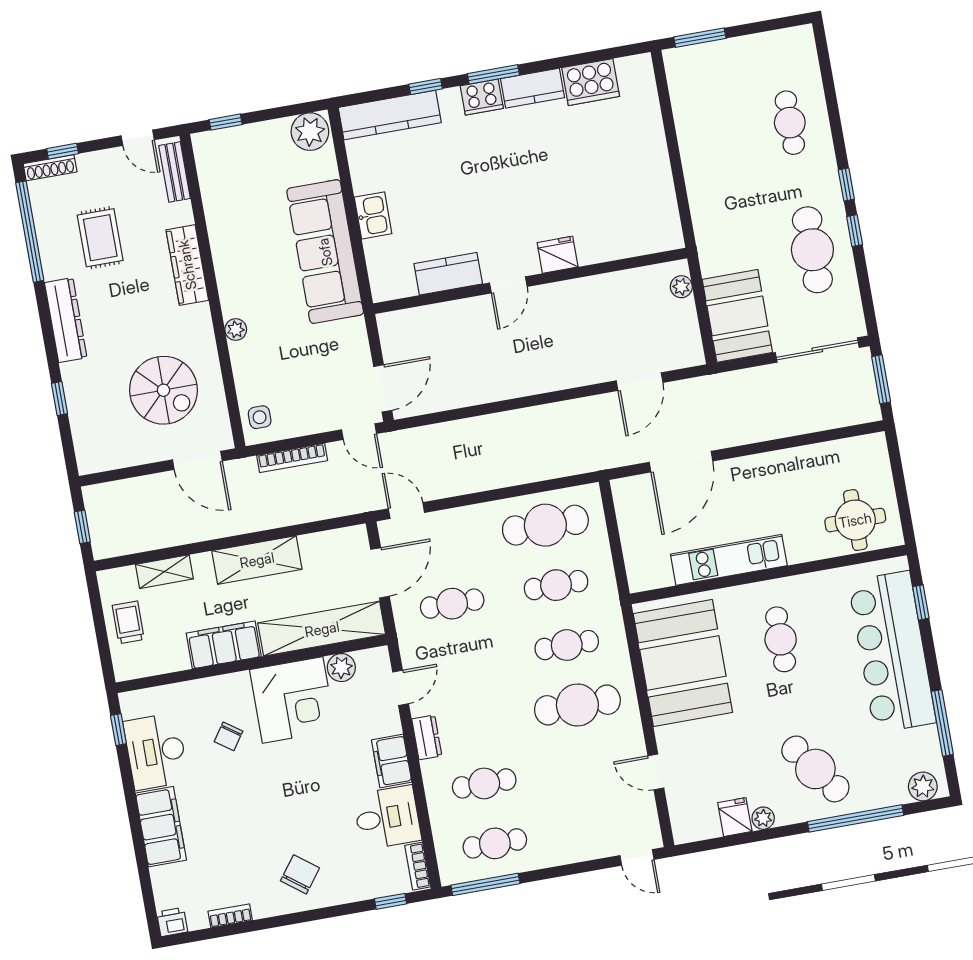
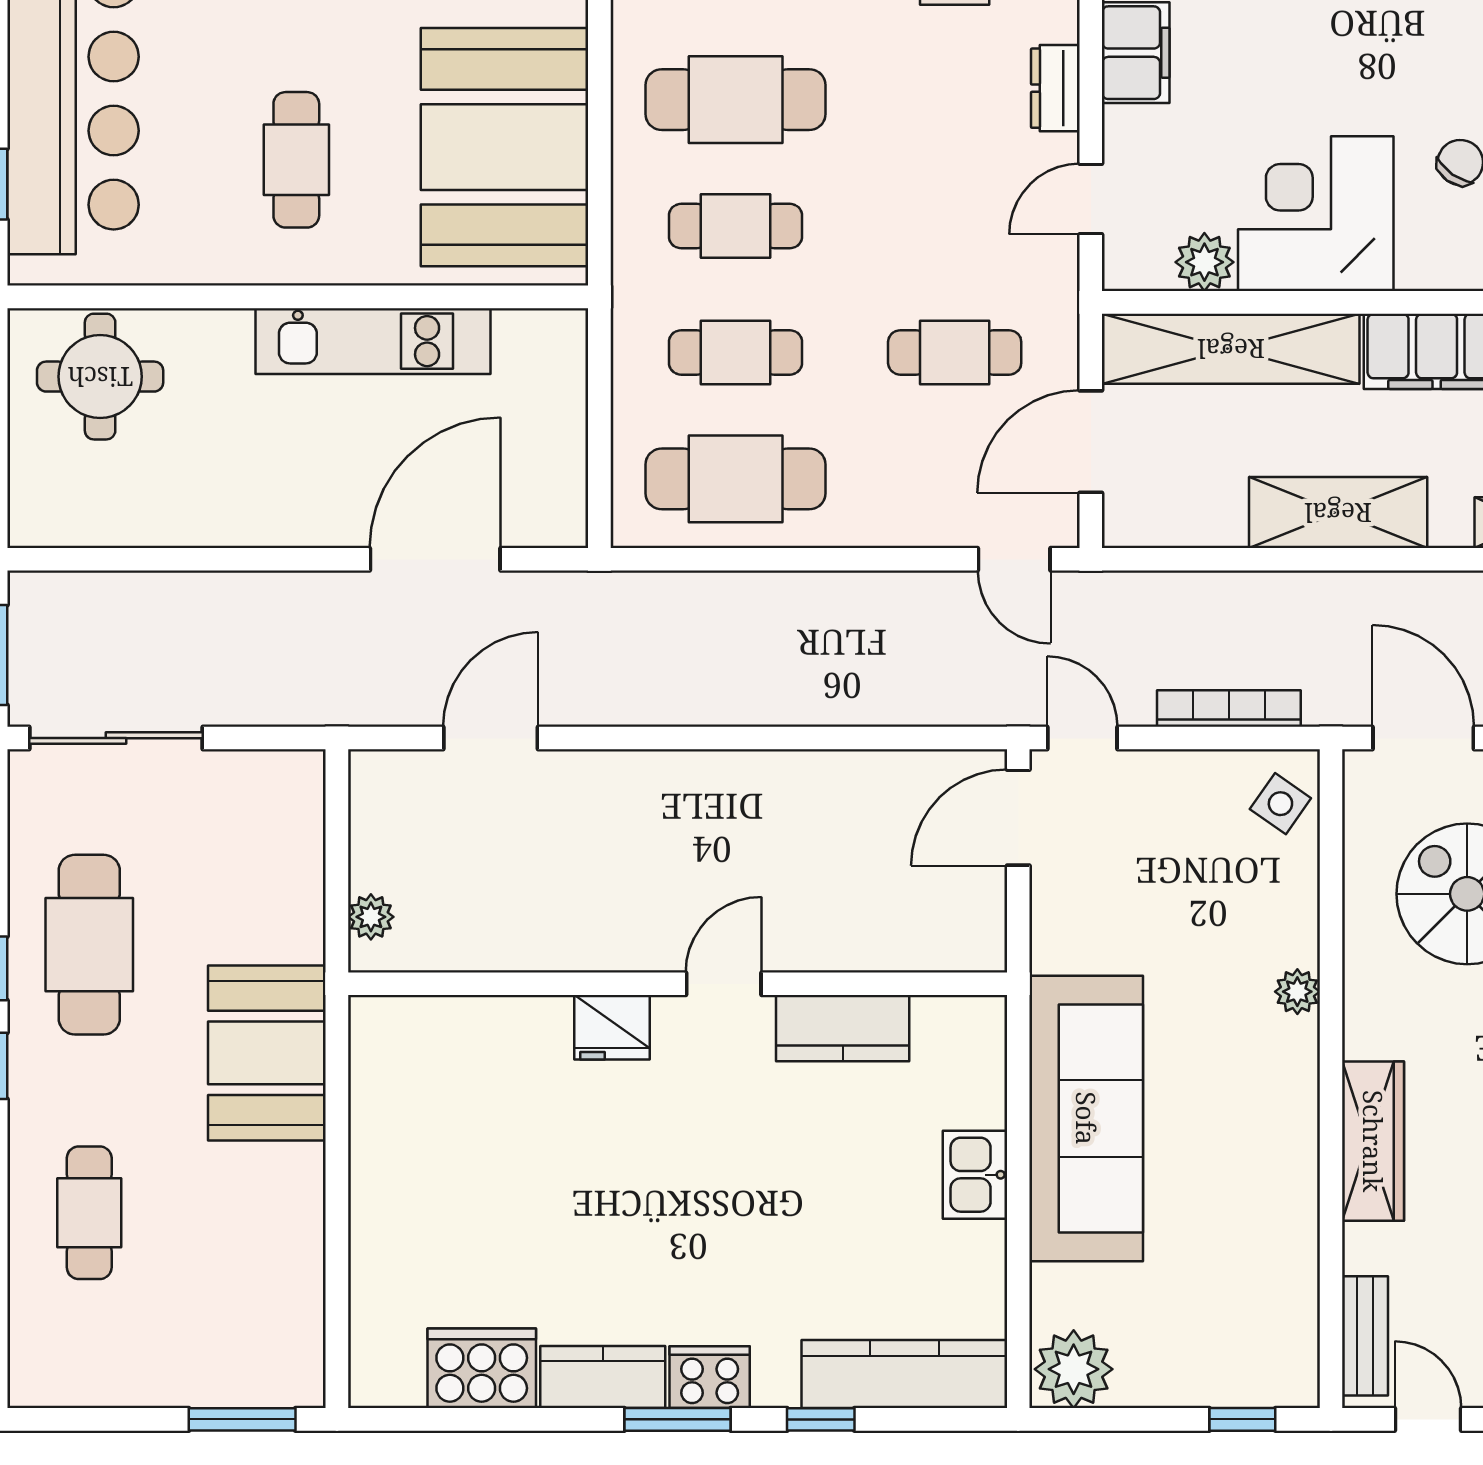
booth: (737, 316) -> (267, 1053), moved
side table: (260, 417) -> (1280, 804), turned 35

